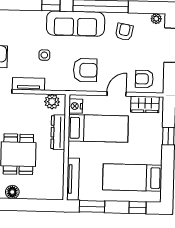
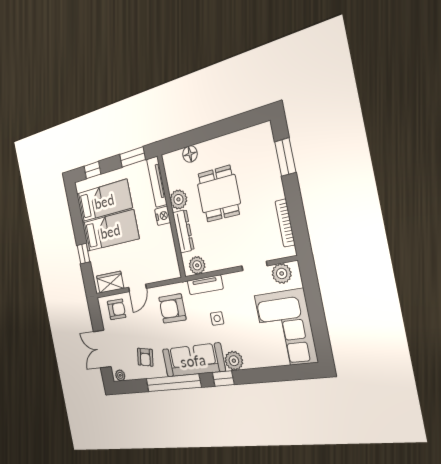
plant: (37, 19) -> (234, 361), added
tv unit: (29, 84) -> (205, 285), moved
nightstand: (76, 106) -> (163, 216), moved
bed: (98, 128) -> (110, 231), moved, turned 180
plant: (56, 159) -> (178, 199), added
floor lamp: (12, 192) -> (190, 154), moved

